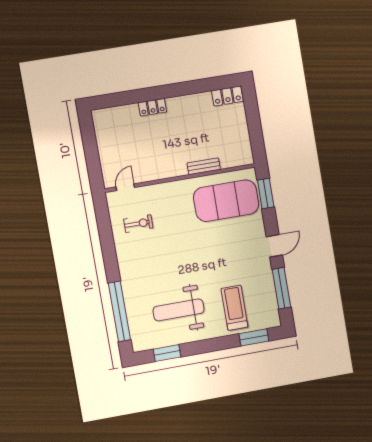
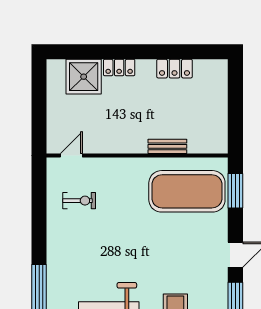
locker: (227, 96) -> (174, 69), moved
shower: (124, 120) -> (84, 77), added

